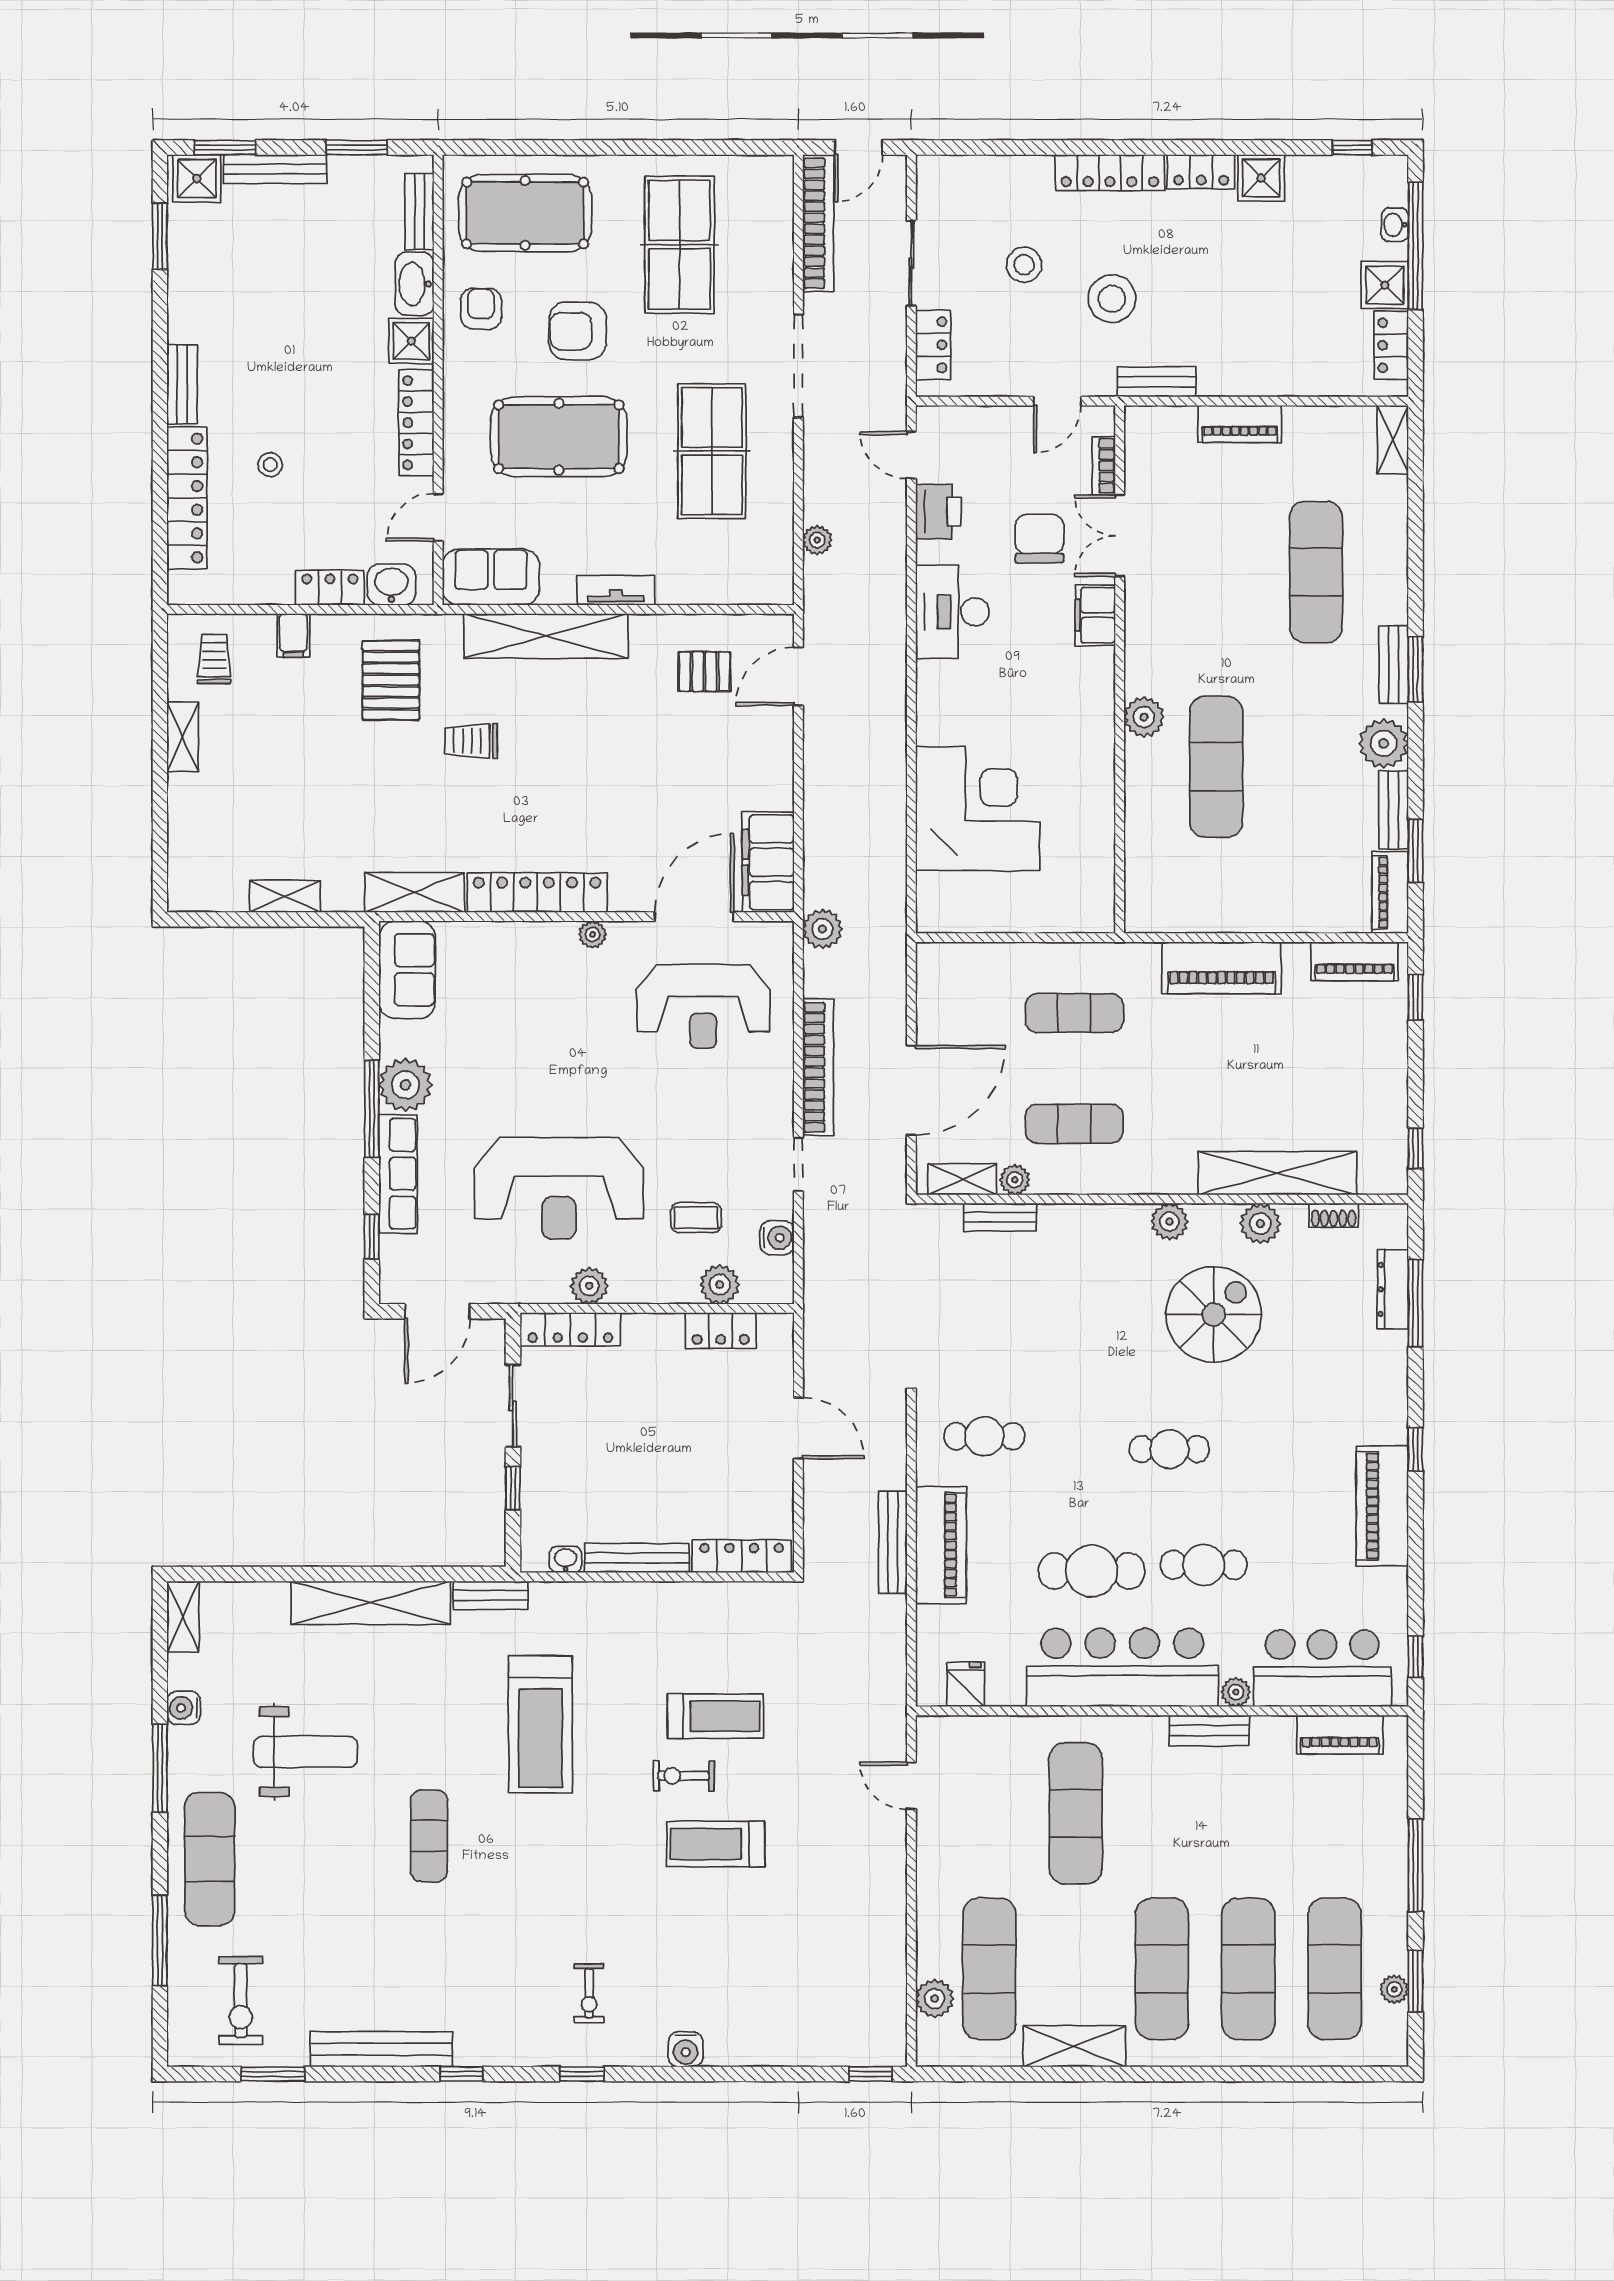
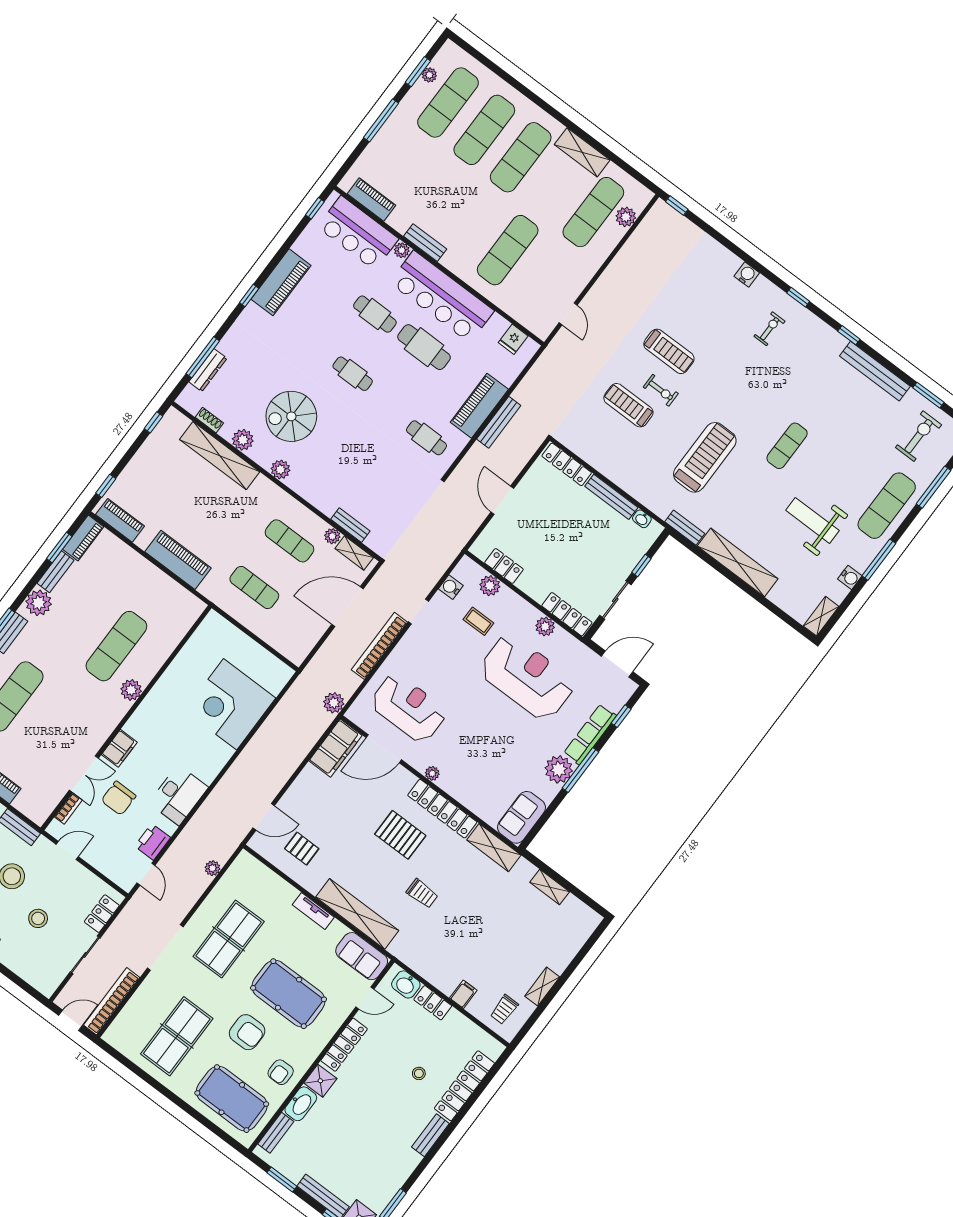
pallet: (391, 680) -> (400, 835), moved, turned 90

